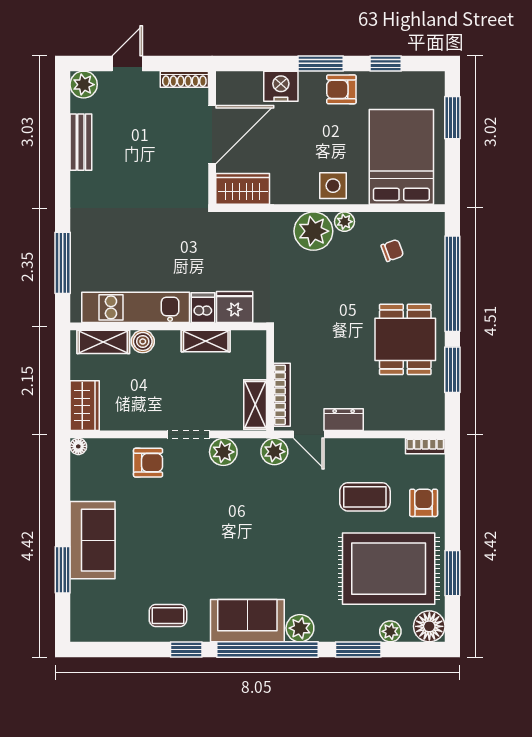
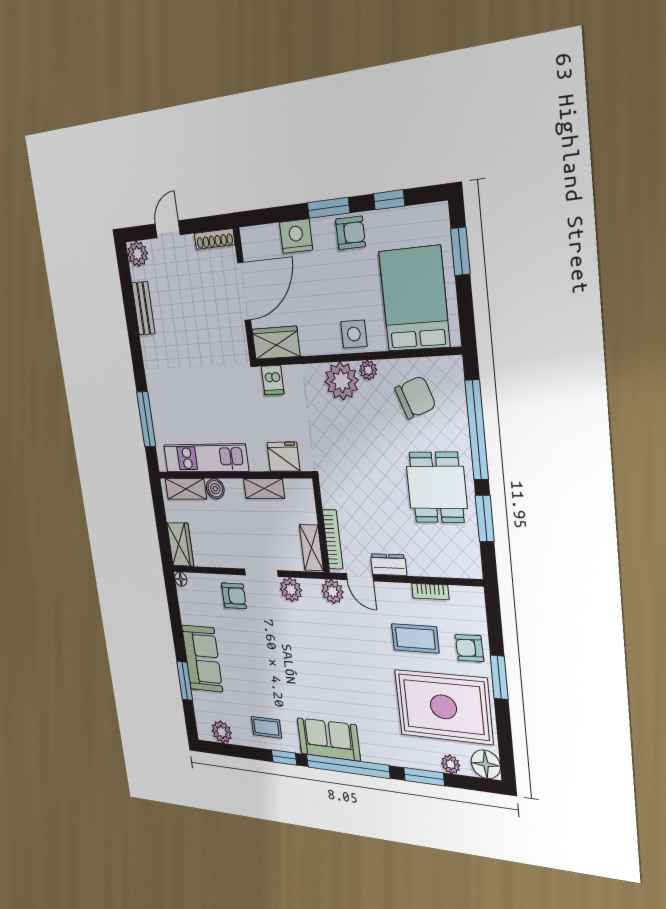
armchair: (341, 89) -> (350, 233), turned 180
chair: (392, 250) -> (415, 397), width x1.87, depth x1.87
dishwasher: (203, 308) -> (273, 380), moved, turned 180
bookcase: (425, 446) -> (430, 592), moved
armchair: (424, 503) -> (469, 648), turned -92
window: (452, 573) -> (499, 677), moved
plant: (300, 628) -> (222, 732), moved

